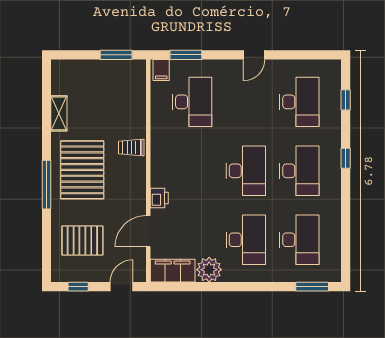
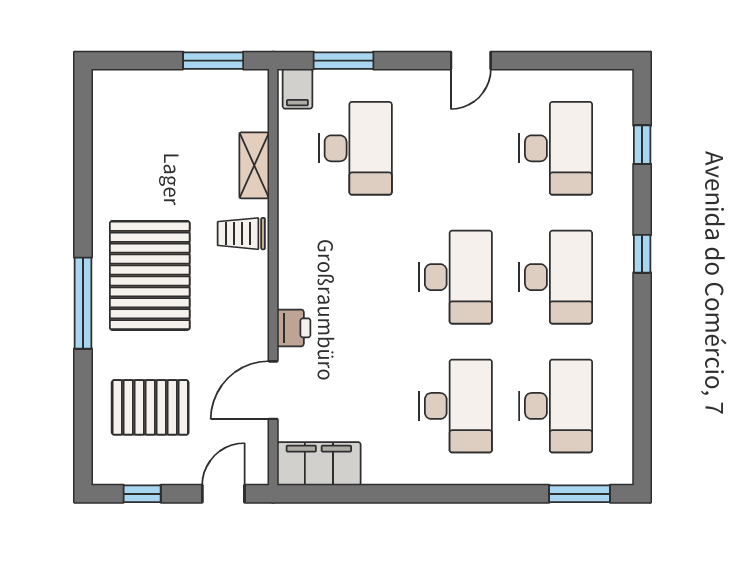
shelving: (59, 113) -> (254, 165), moved
plant: (209, 270) -> (387, 462), removed

